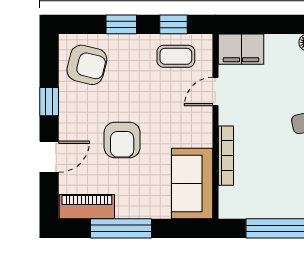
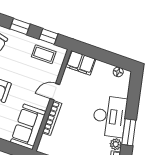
door: (215, 92) -> (55, 92), moved

